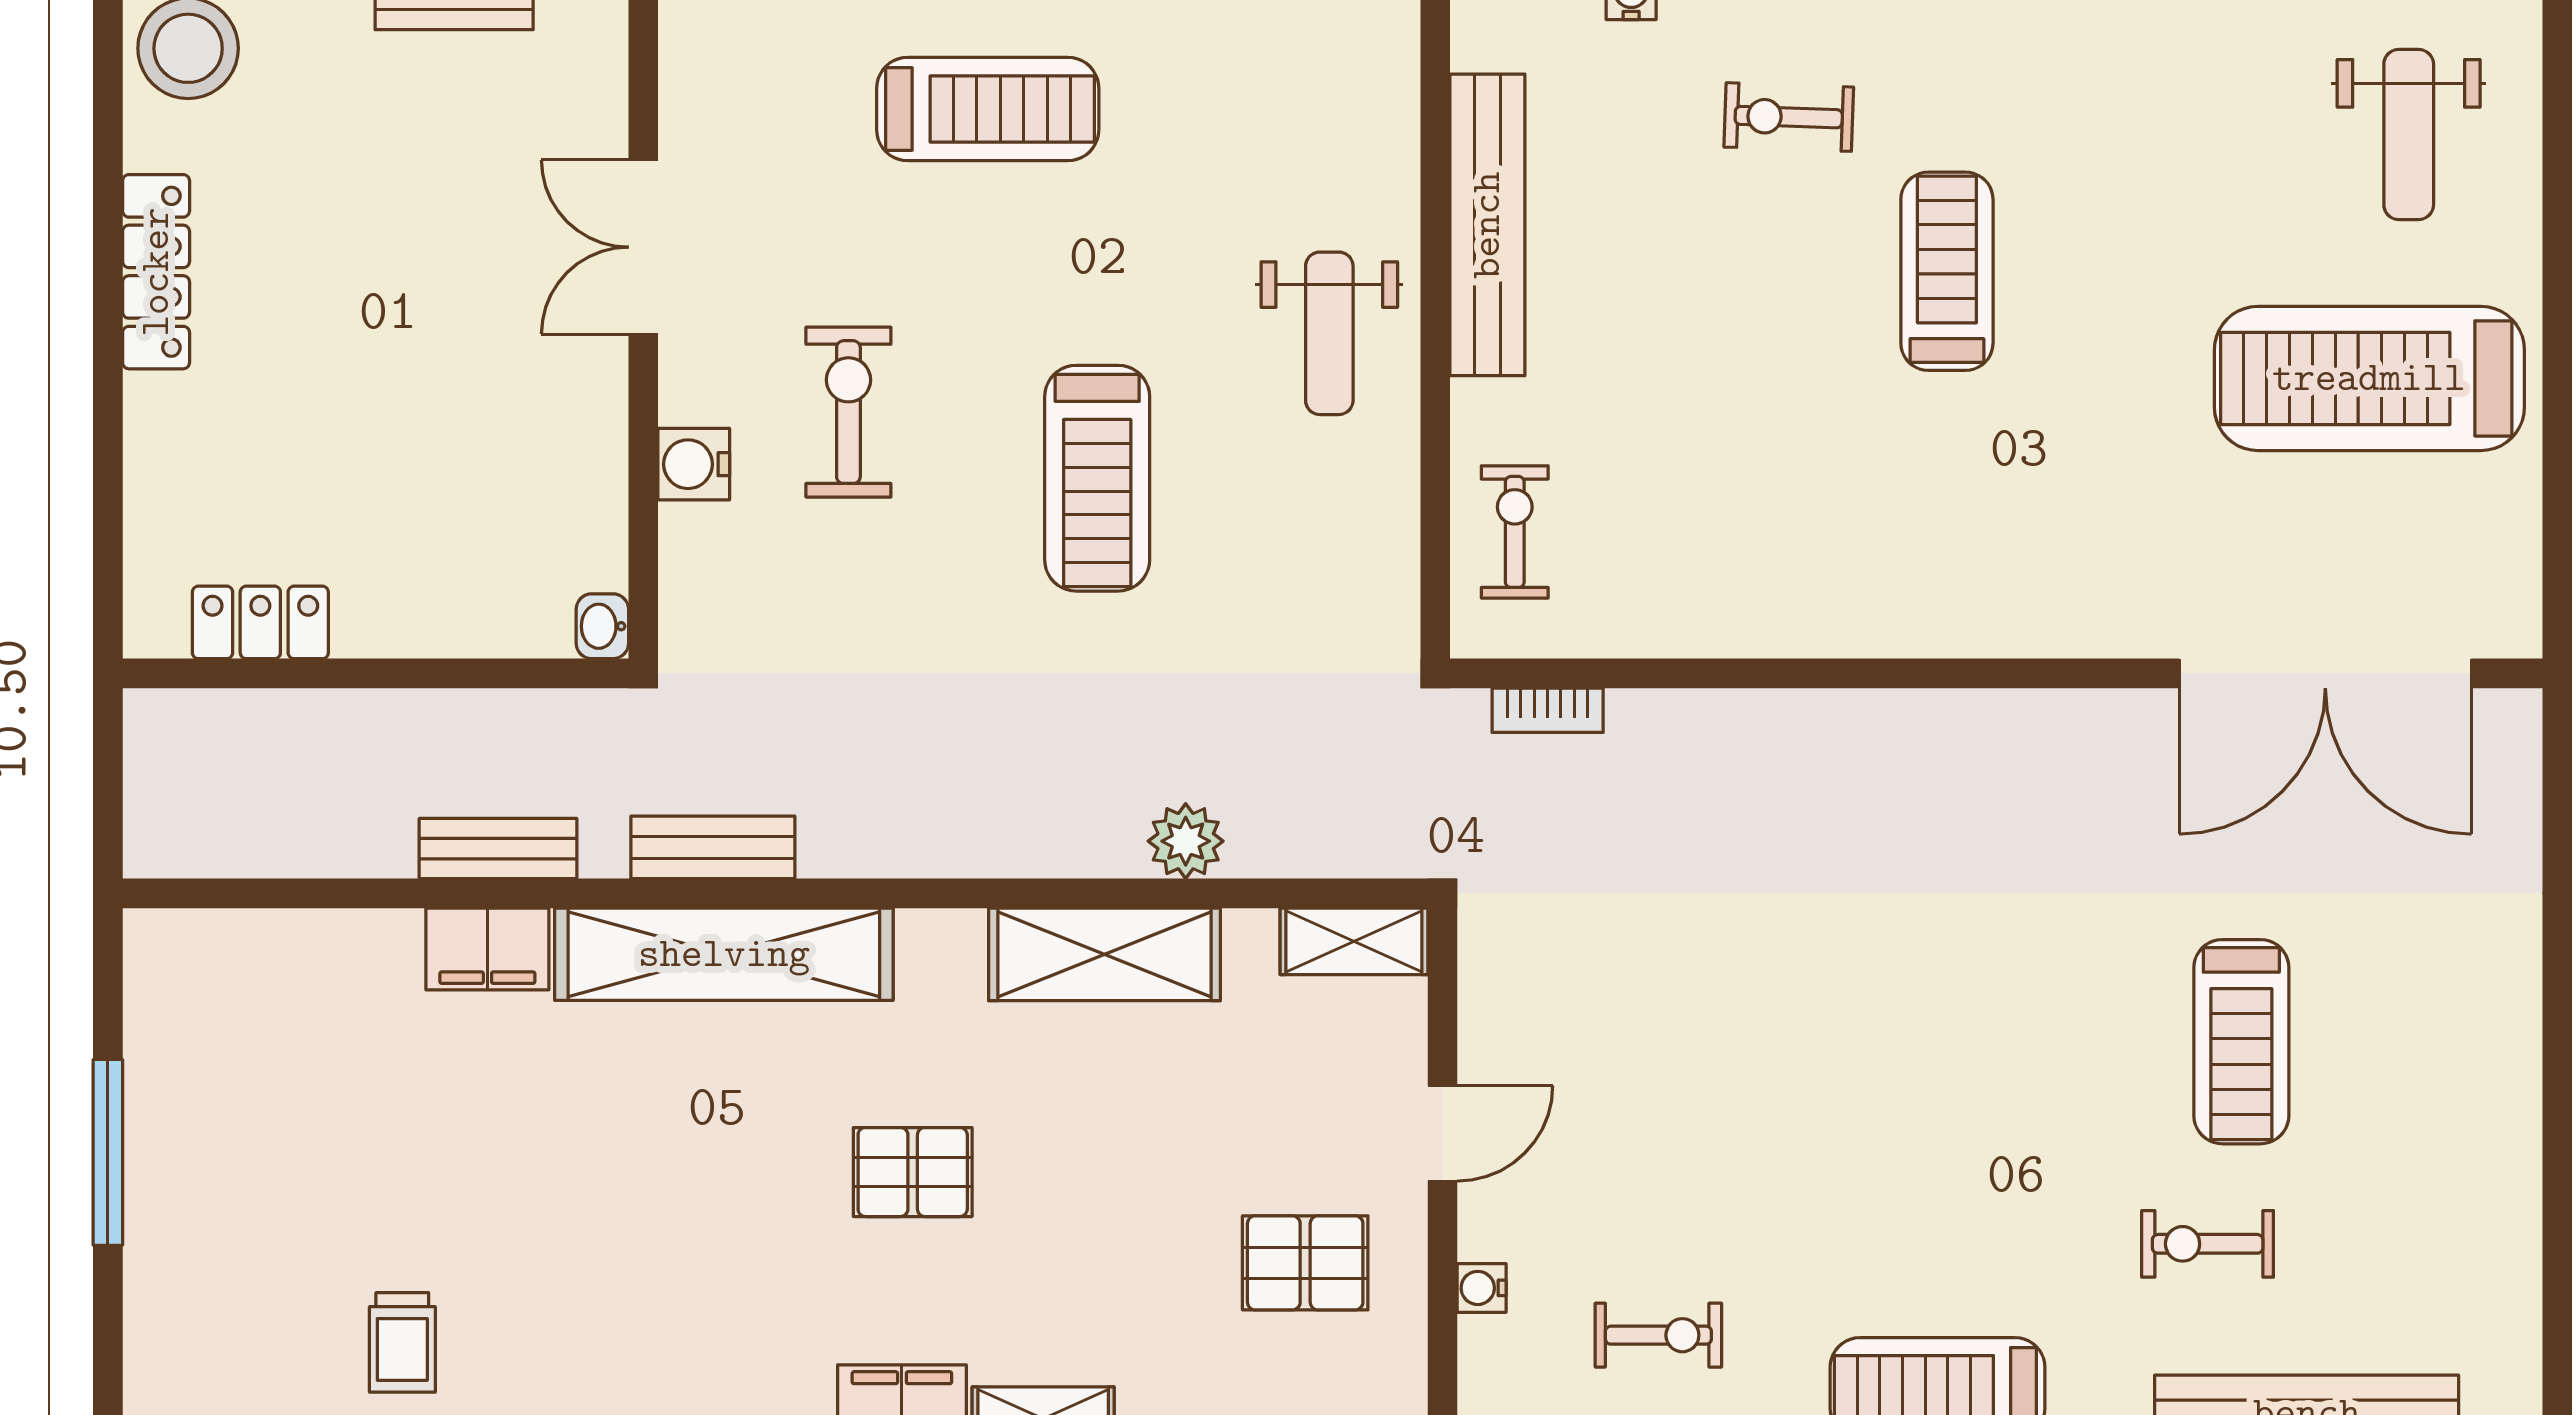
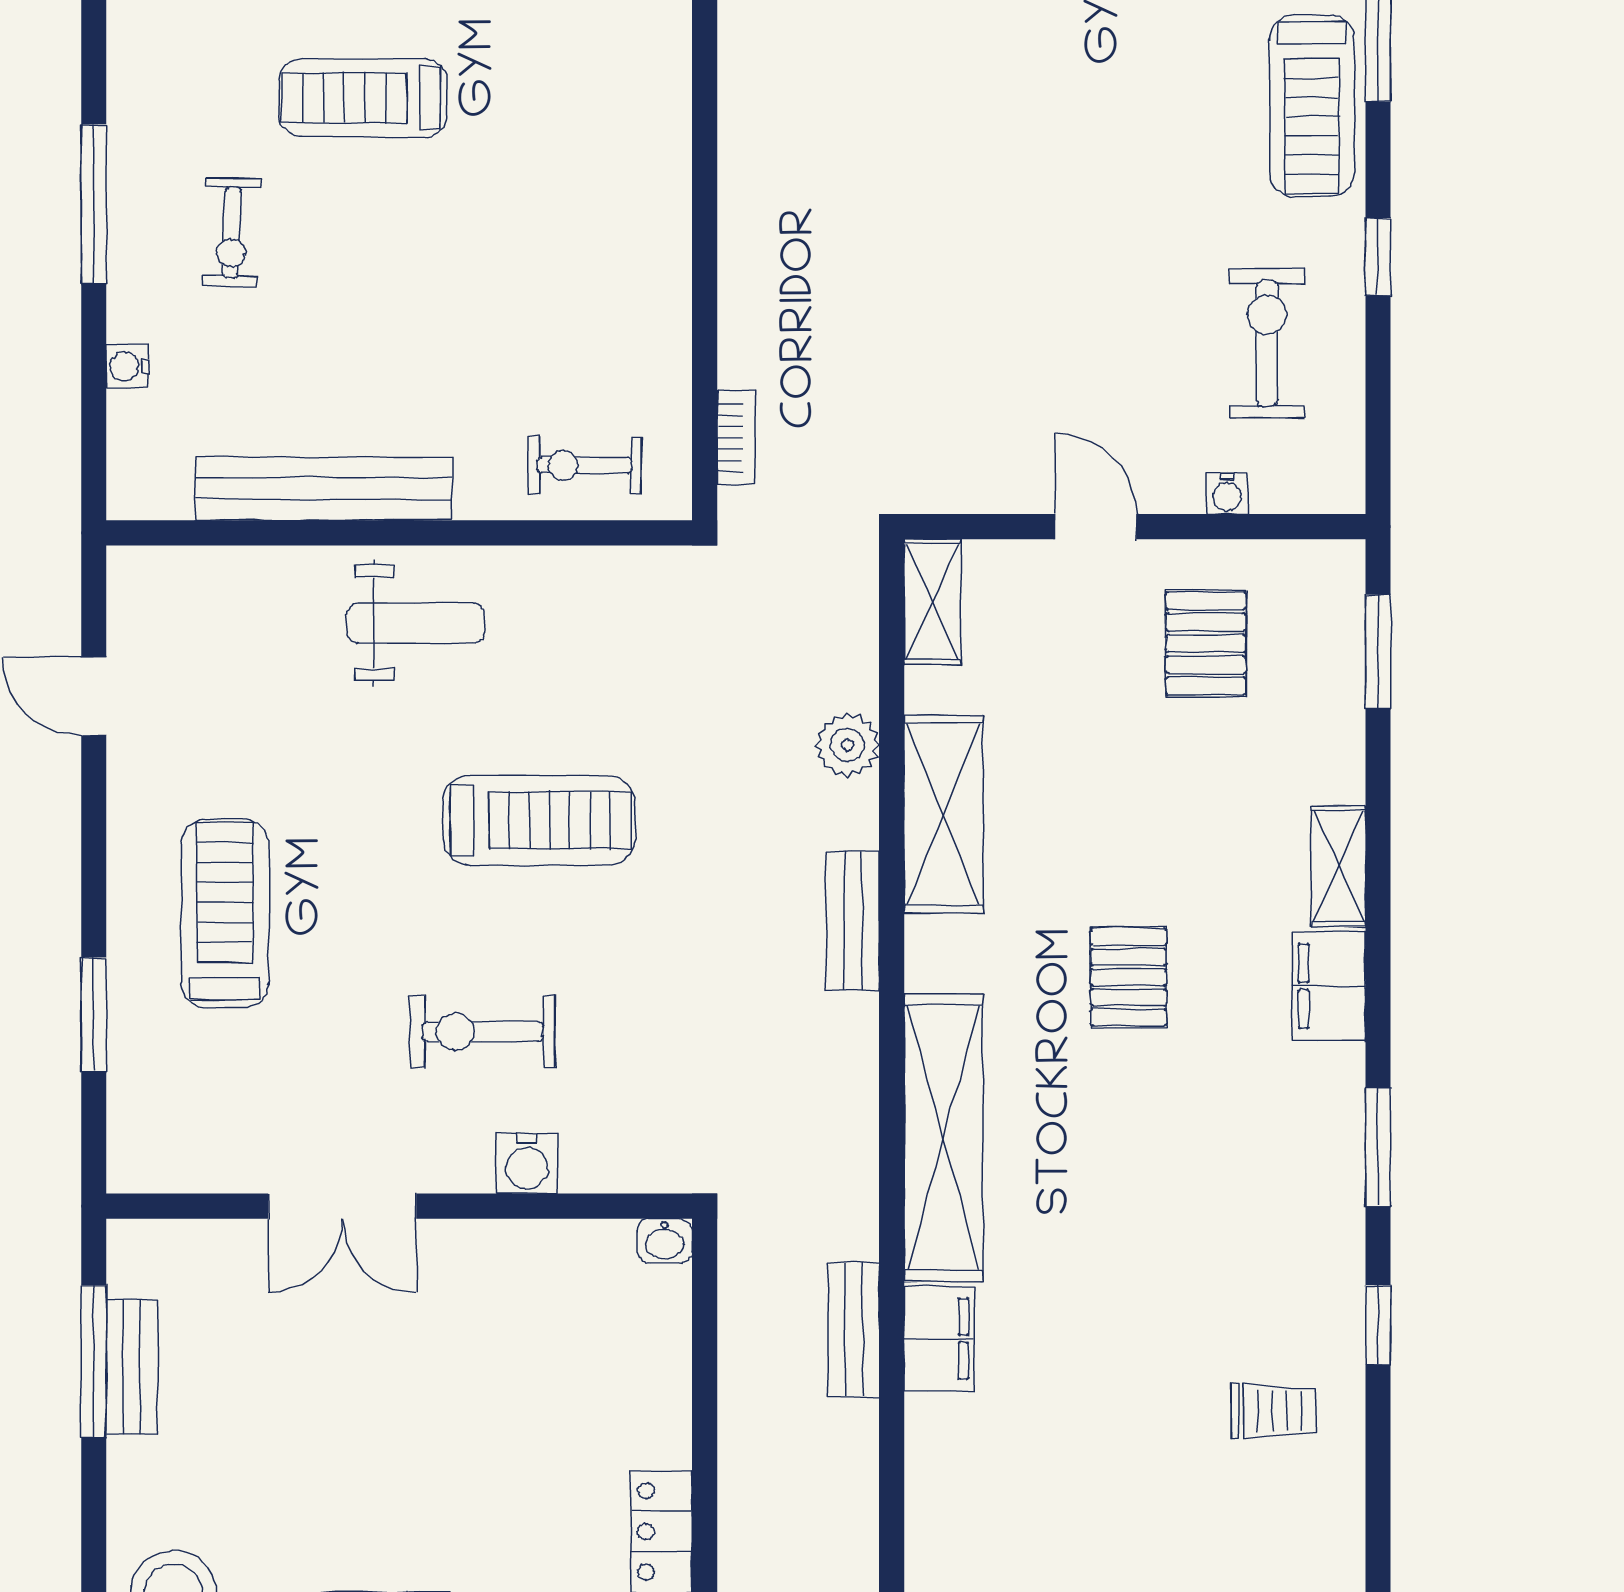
bench: (713, 847) -> (853, 921), moved
exercise bike: (1658, 1335) -> (1267, 343), width x1.38, depth x1.39

